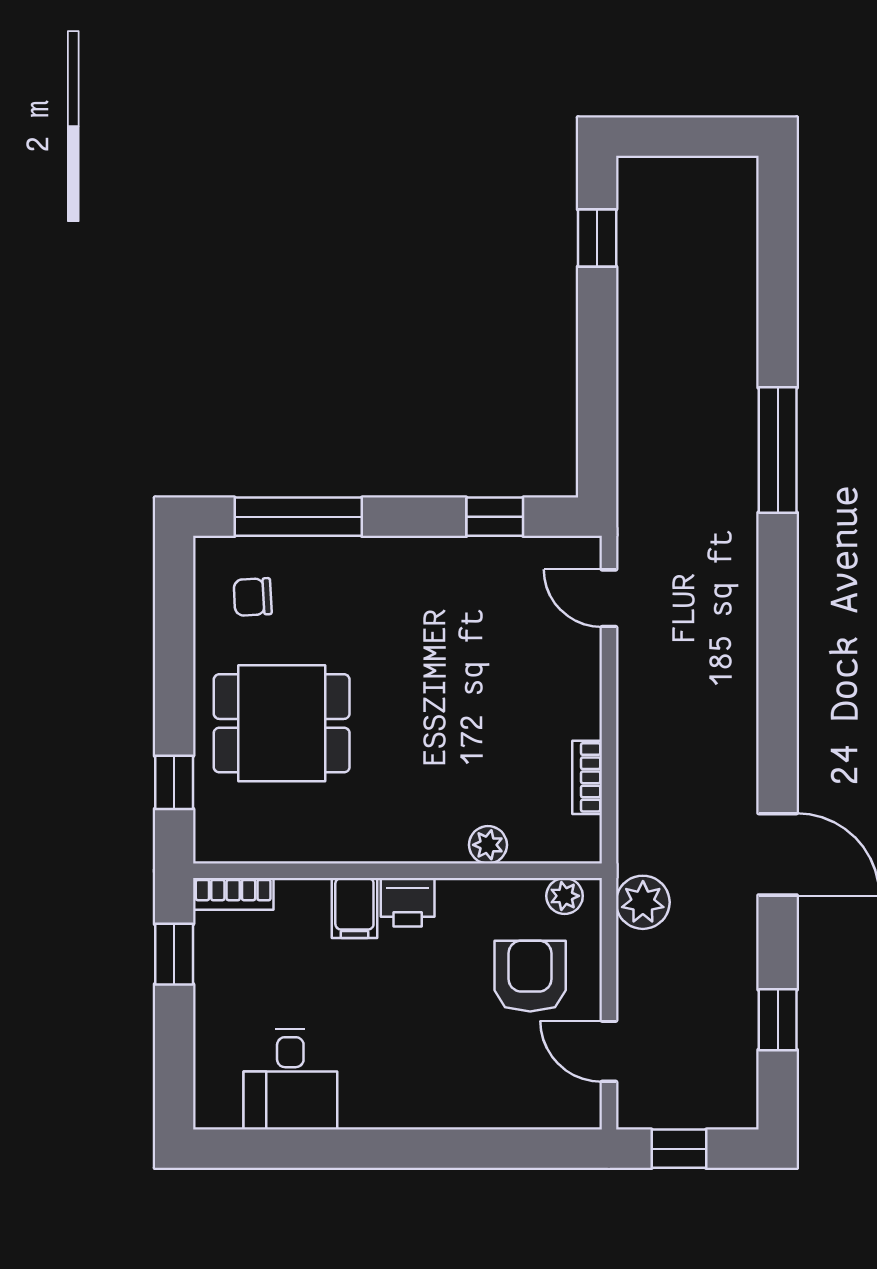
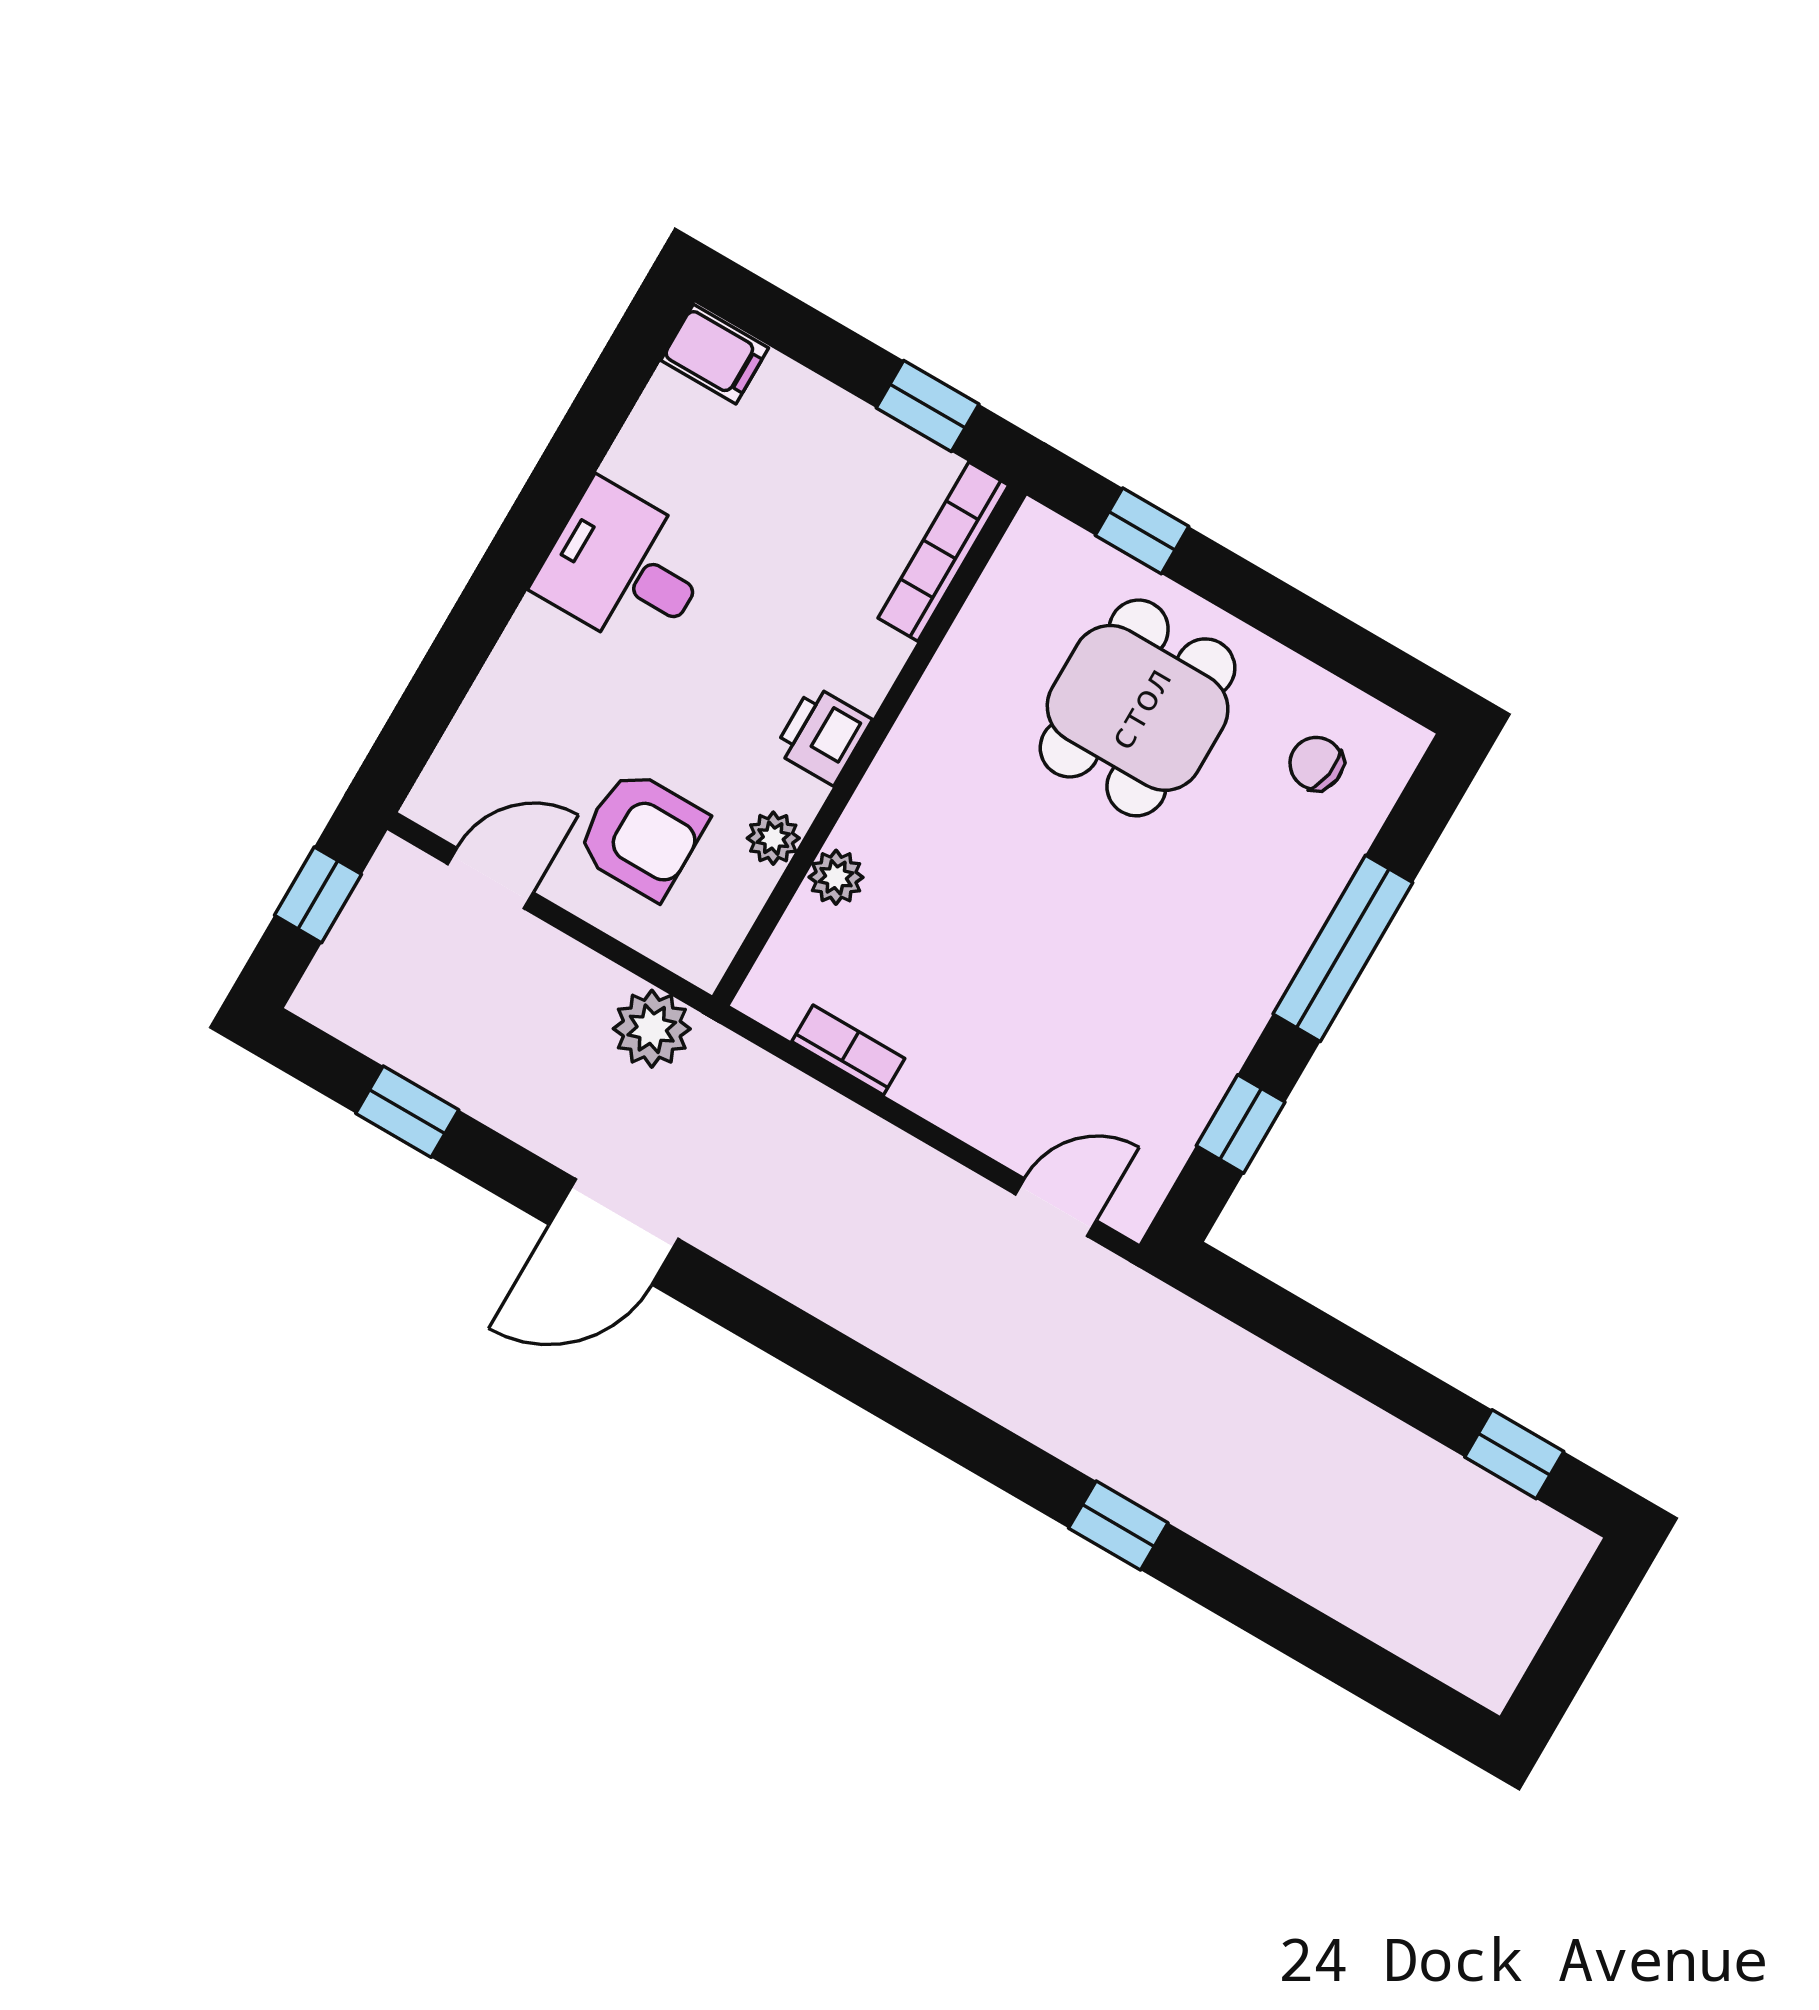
window: (778, 450) -> (1118, 1525), width x0.46
window: (298, 517) -> (1343, 948), moved
chair: (253, 597) -> (1316, 763), turned -78
bookcase: (233, 894) -> (943, 552), width x1.56
plant: (565, 896) -> (773, 838), moved
filing cabinet: (354, 908) -> (715, 354), moved, turned 180
desk: (290, 1079) -> (624, 568), moved

